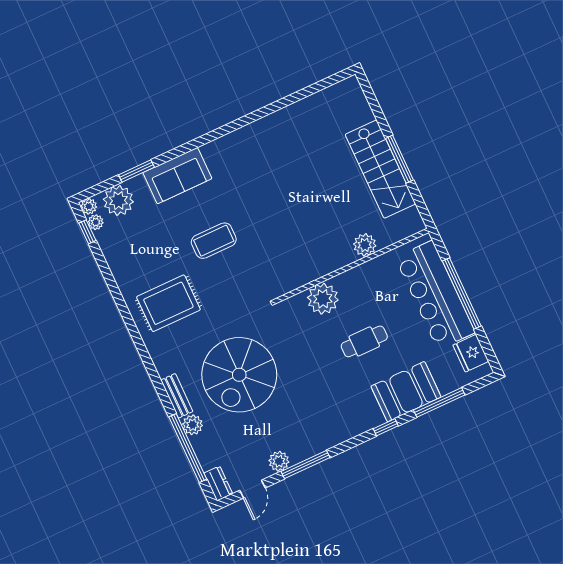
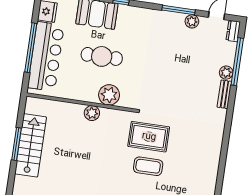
plant: (365, 245) -> (92, 113), moved
rug: (168, 303) -> (149, 137), moved
cafe table: (364, 341) -> (102, 56), width x1.37, depth x1.35
spiral stairs: (239, 375) -> (182, 83), removed

